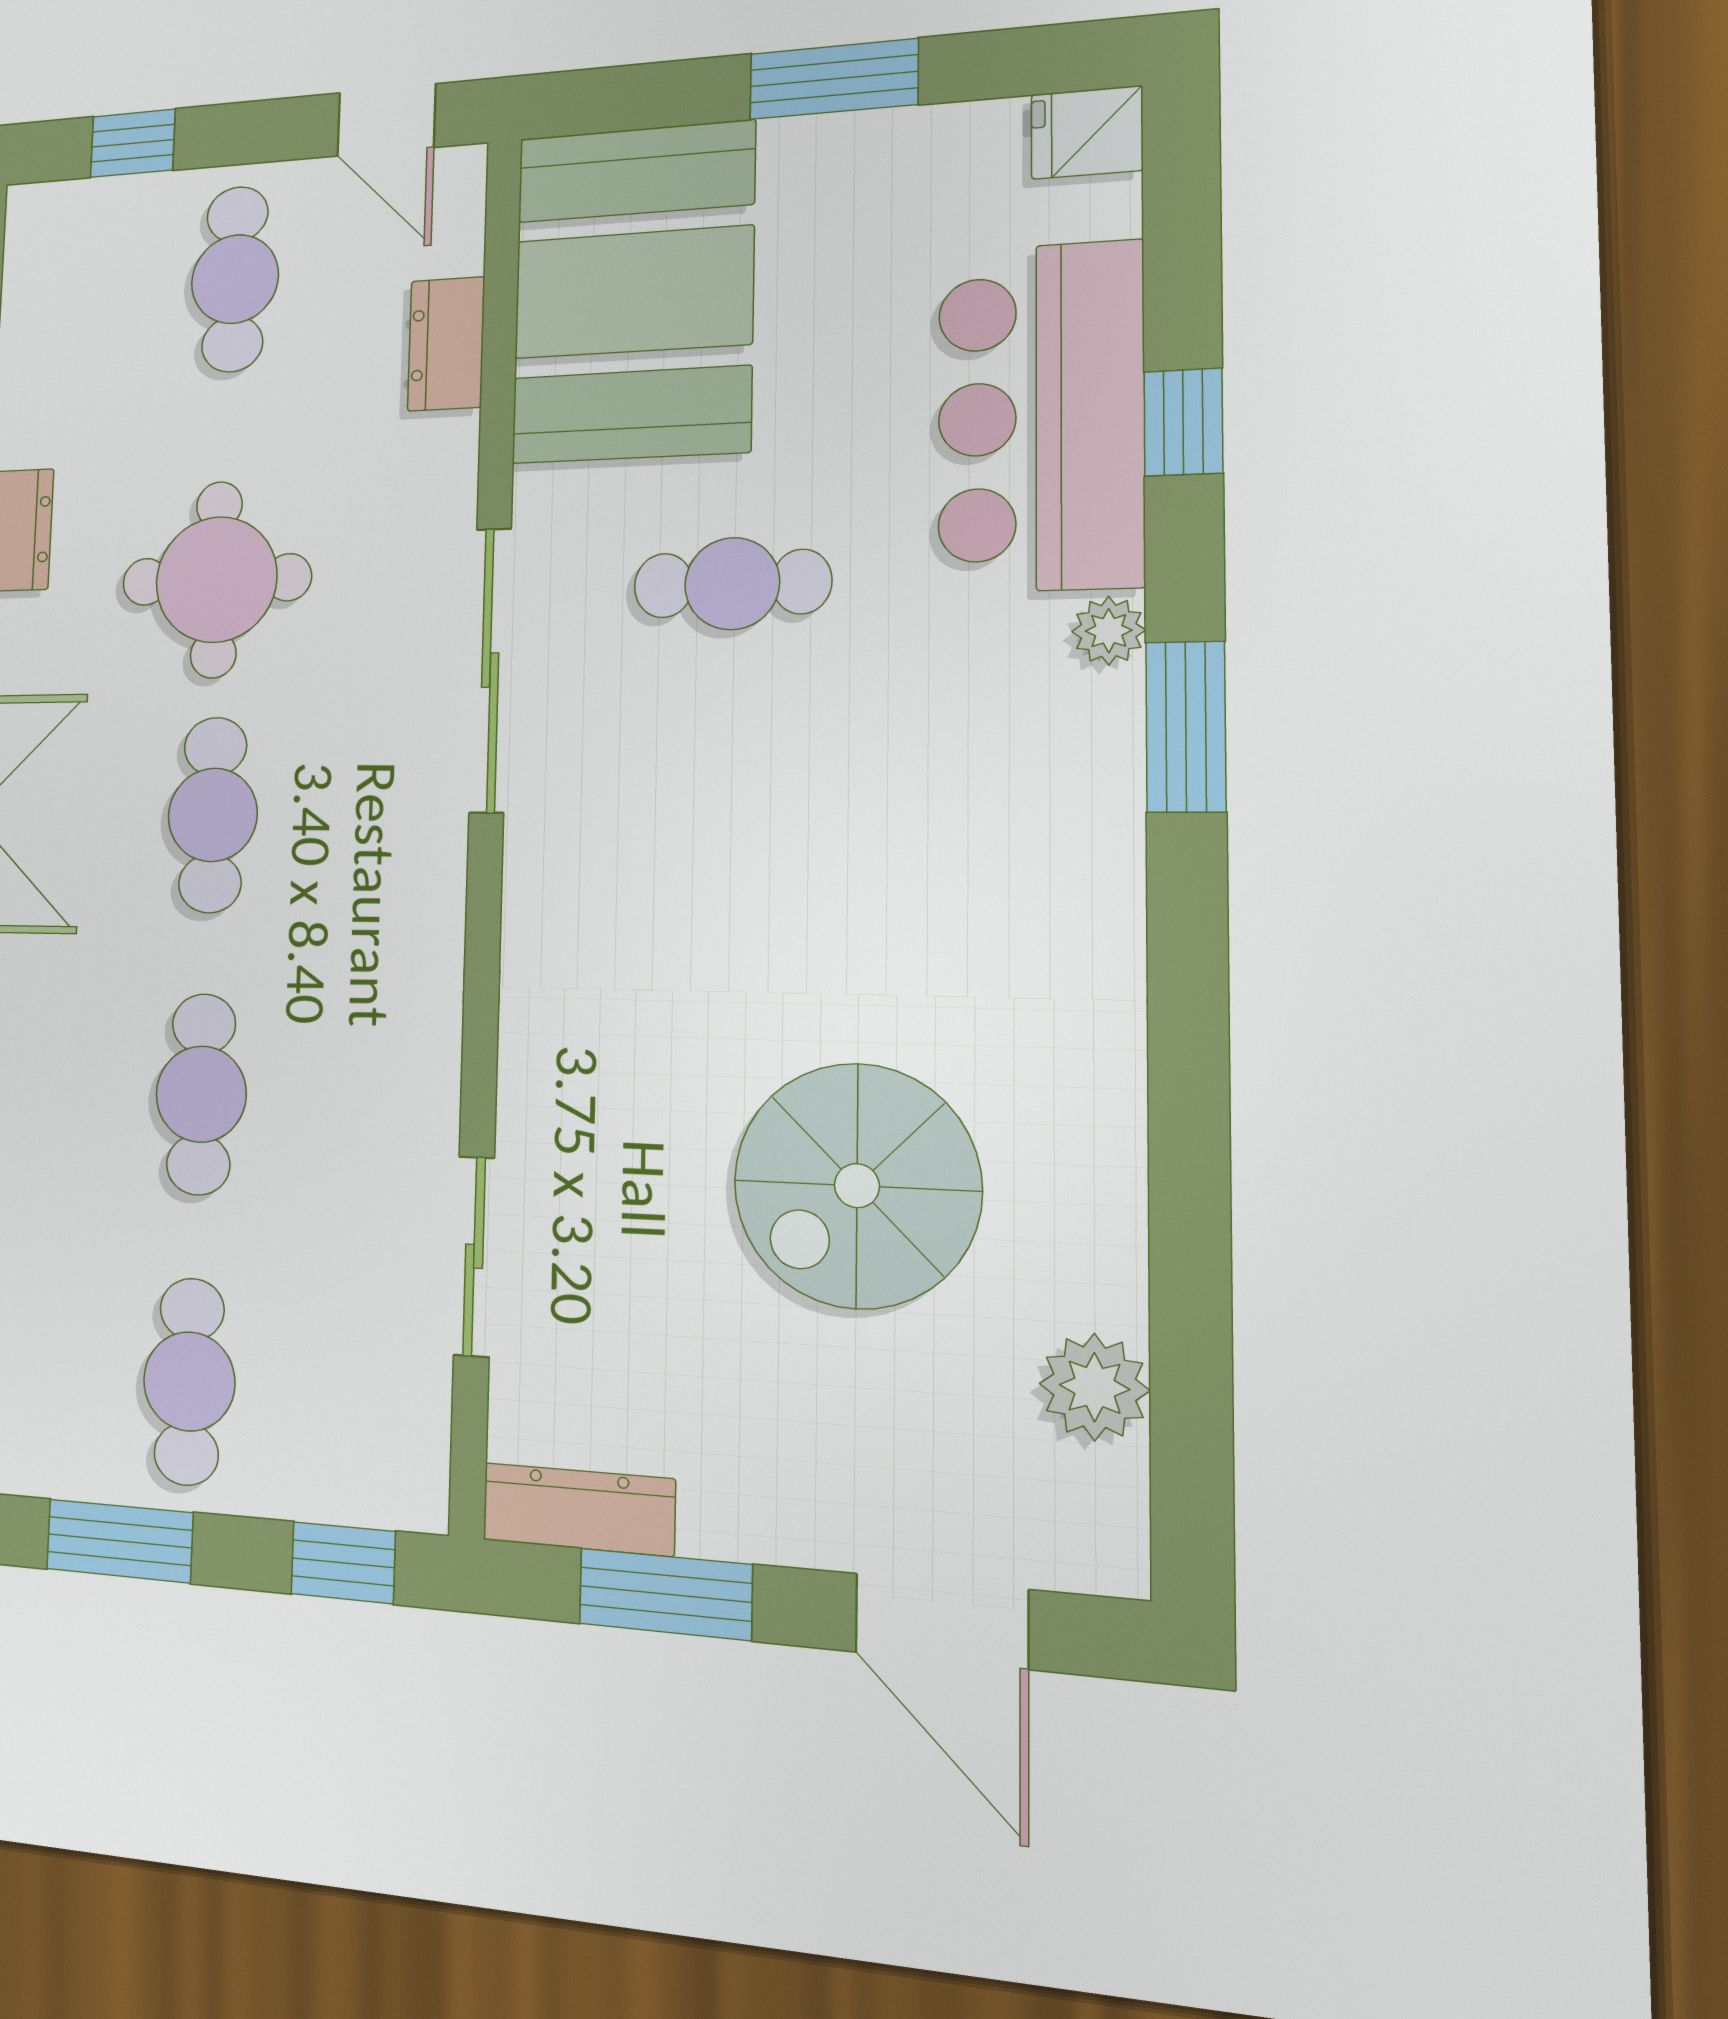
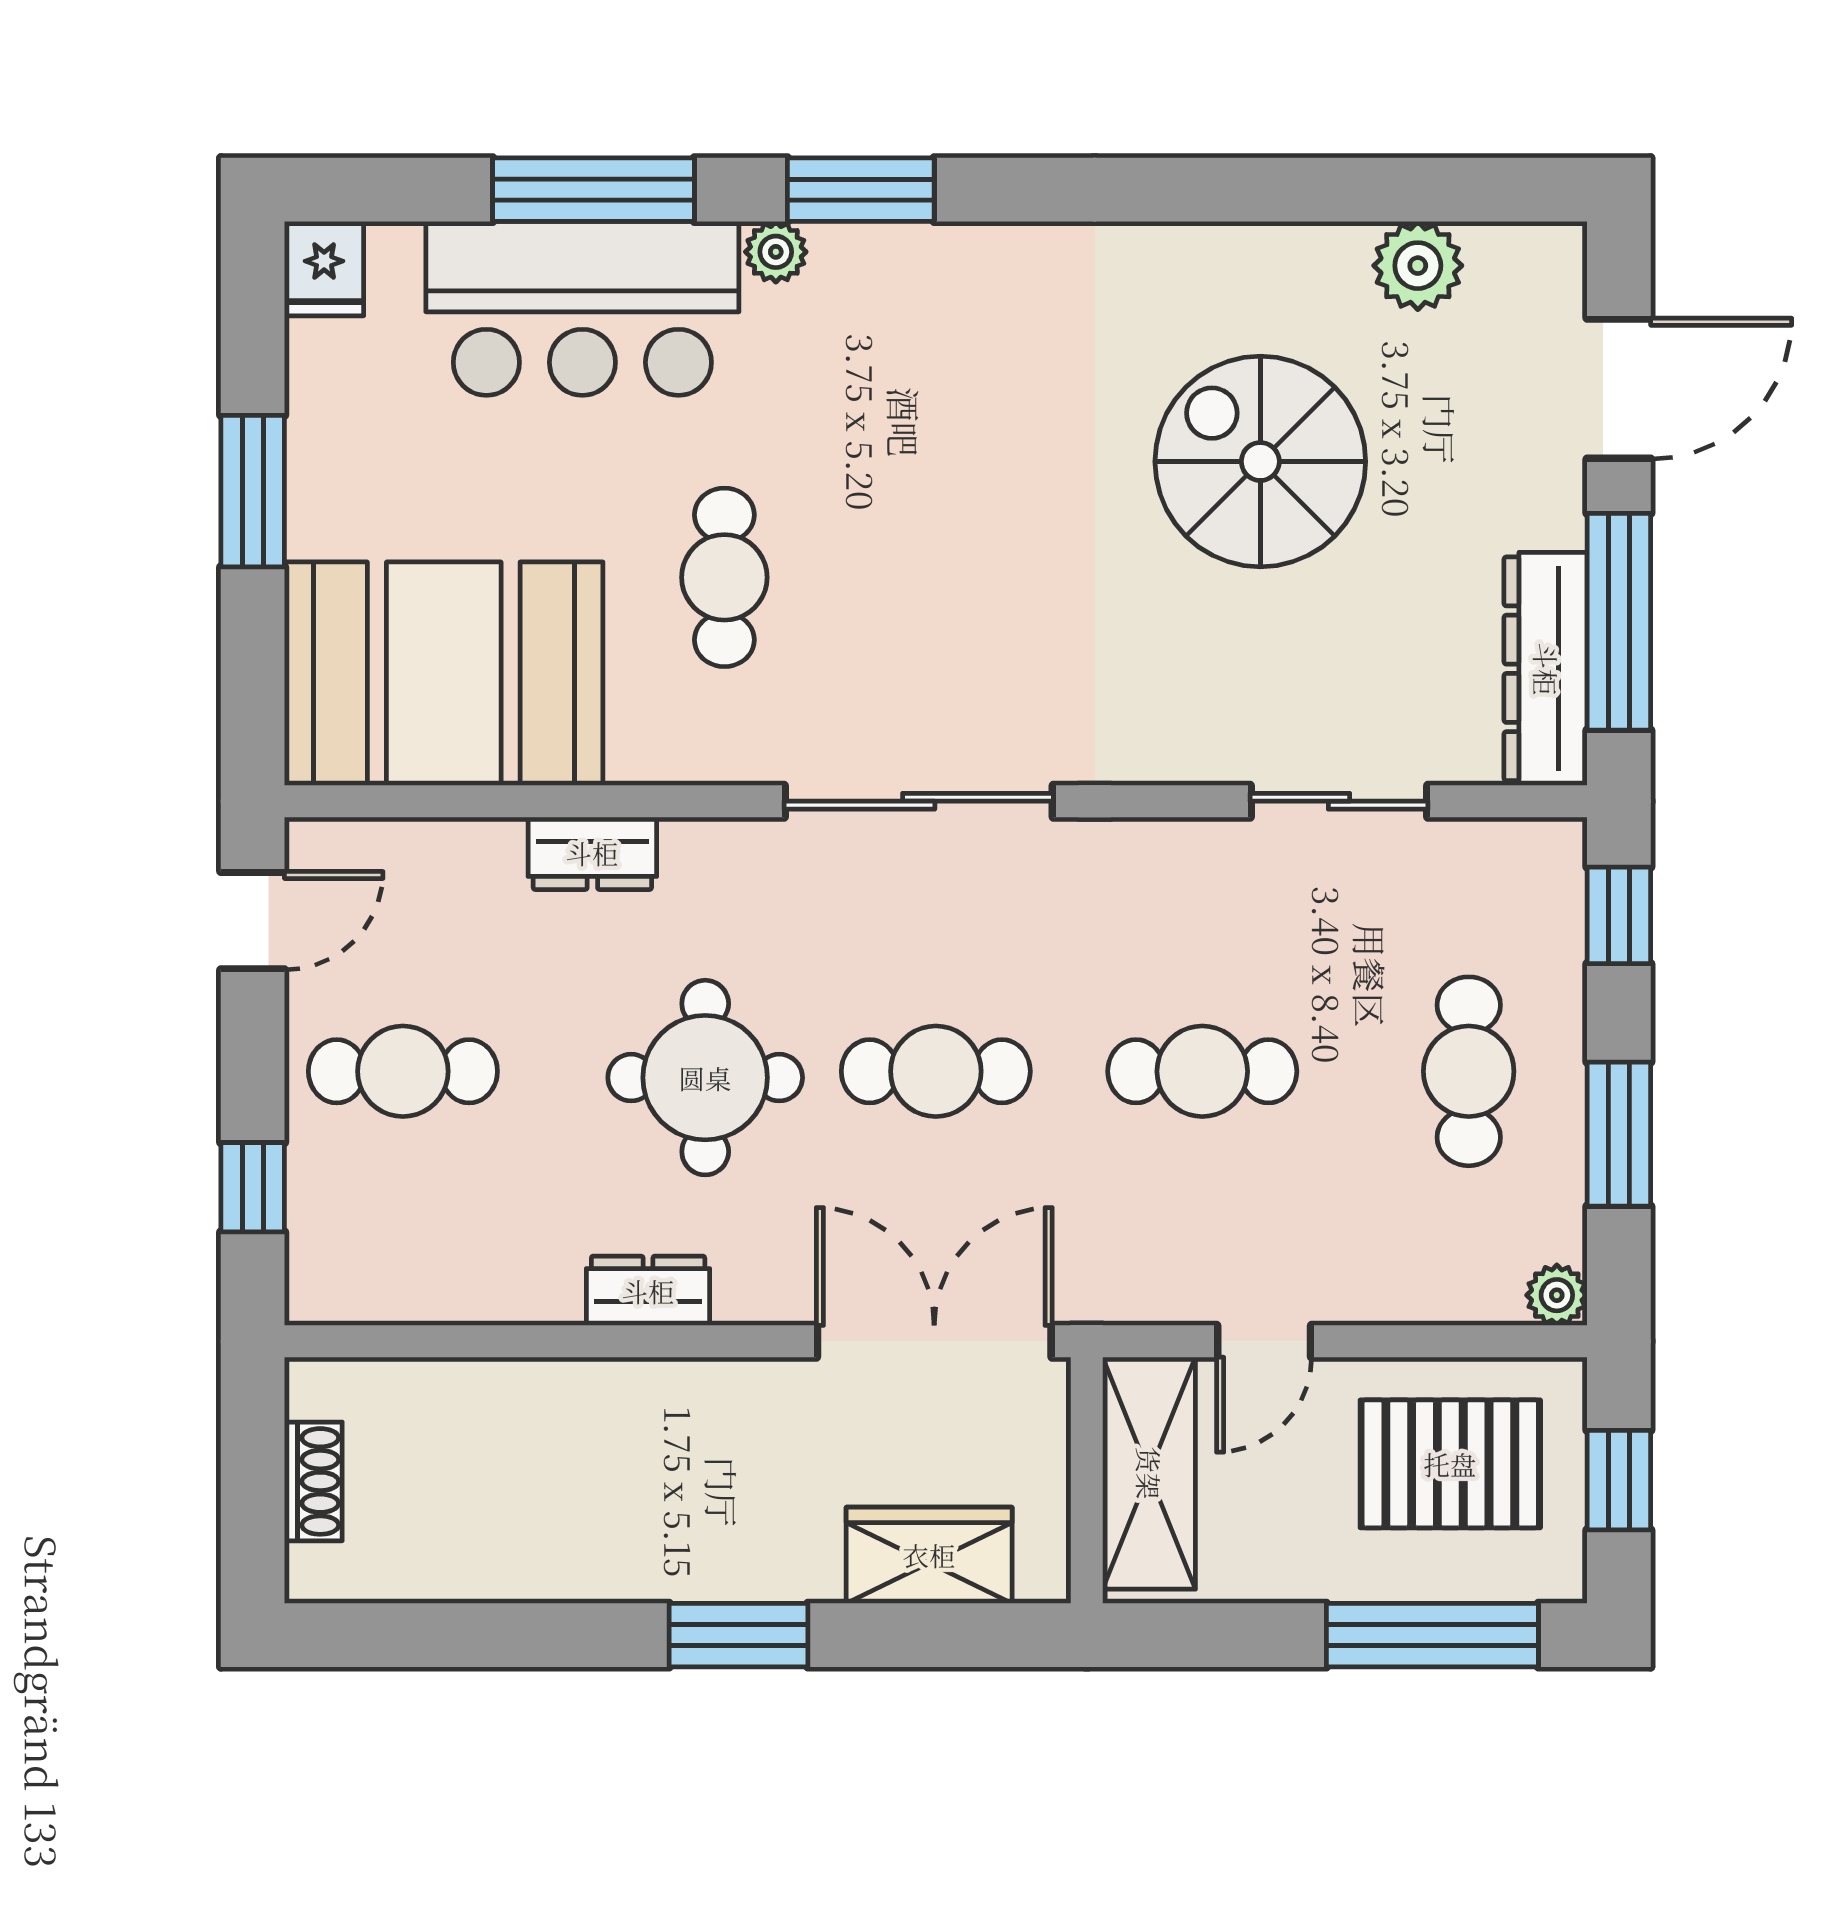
dresser: (446, 344) -> (592, 853), moved
window: (1183, 422) -> (593, 190), width x2.17
sliding door: (490, 670) -> (919, 801), moved
spiral stairs: (857, 1186) -> (1260, 462), turned 180
cafe table: (189, 1381) -> (1469, 1071), turned 90
dresser: (579, 1509) -> (1546, 669), width x1.37, depth x1.24
window: (665, 1594) -> (1619, 622), width x1.44

